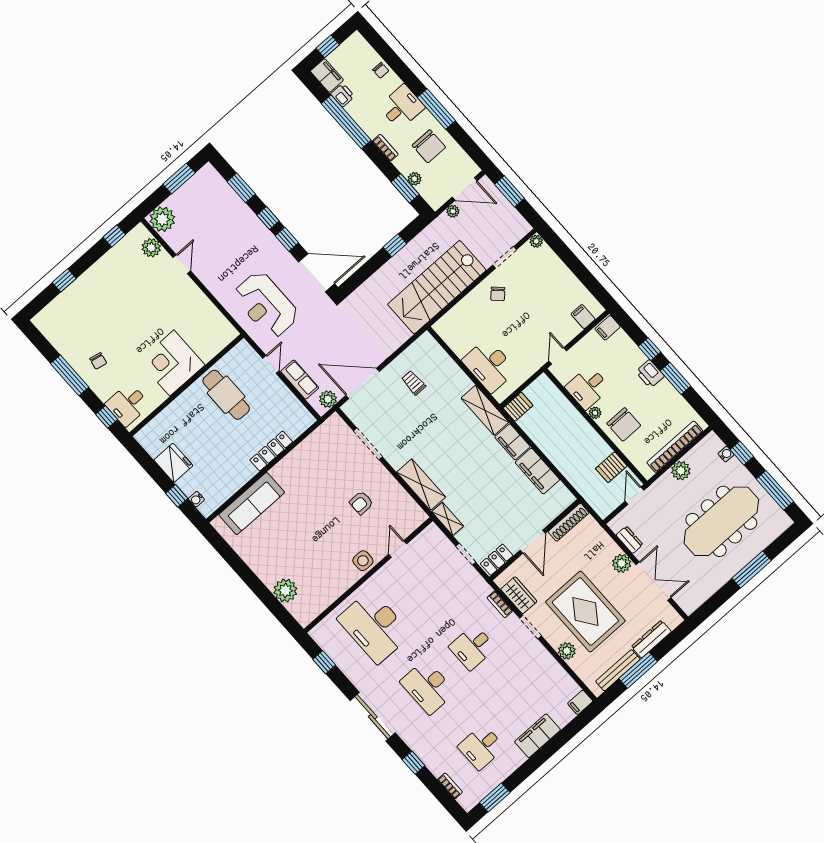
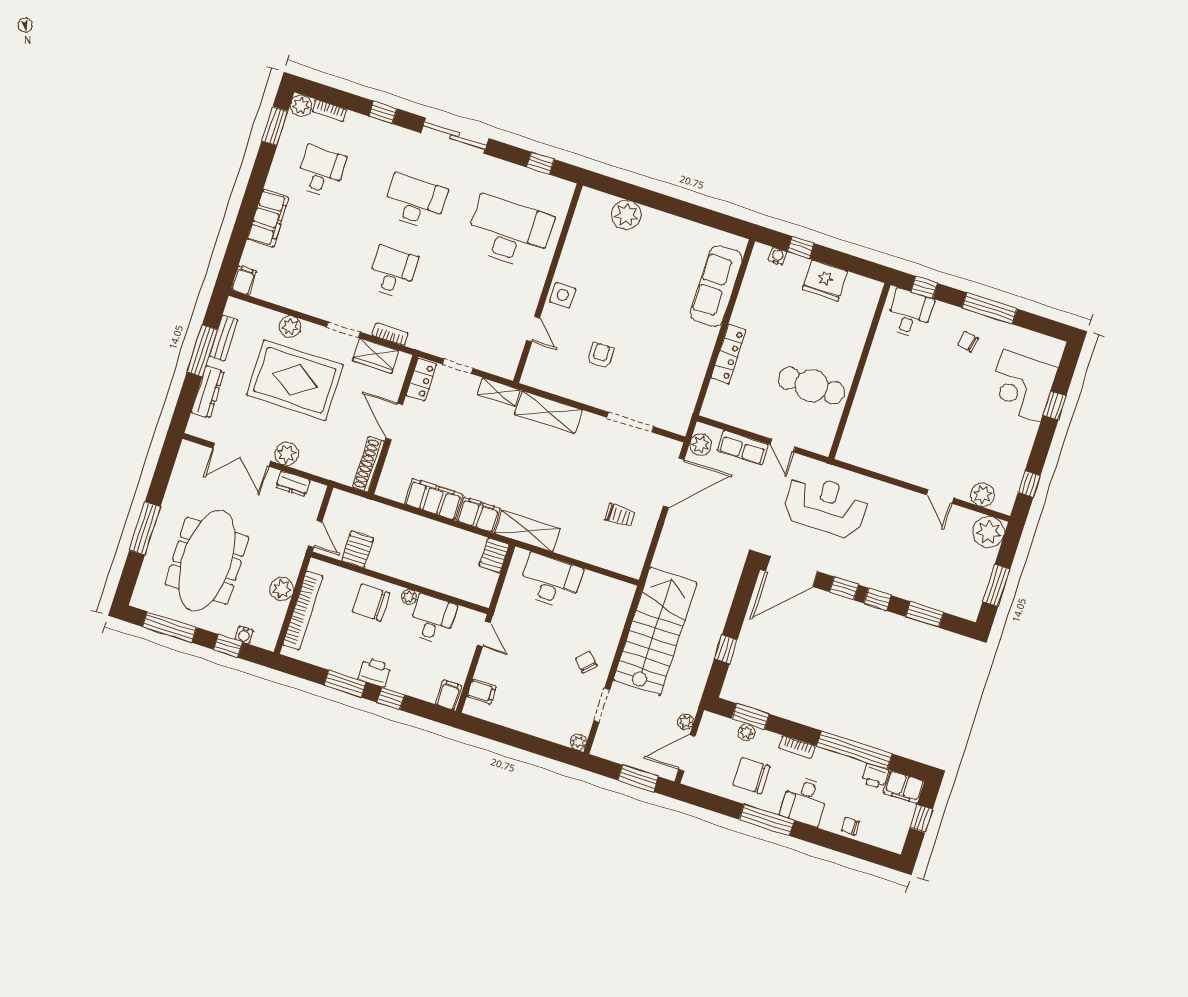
corner desk: (172, 363) -> (1022, 386), moved, turned 180
bench: (618, 670) -> (224, 338), width x0.73
plant: (468, 801) -> (301, 106), added

